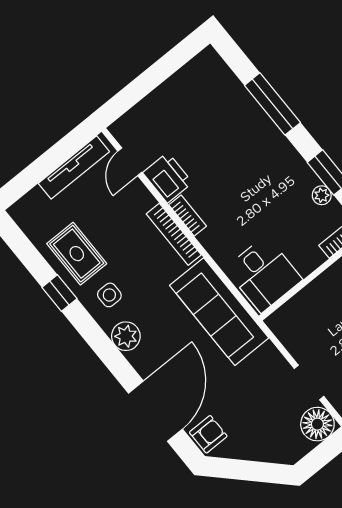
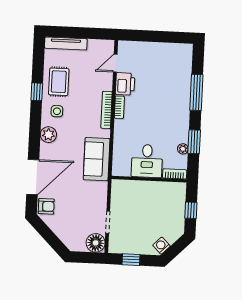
tv unit: (74, 167) -> (66, 44), moved
desk: (264, 274) -> (147, 161), moved
sofa: (219, 312) -> (97, 159), width x0.73

